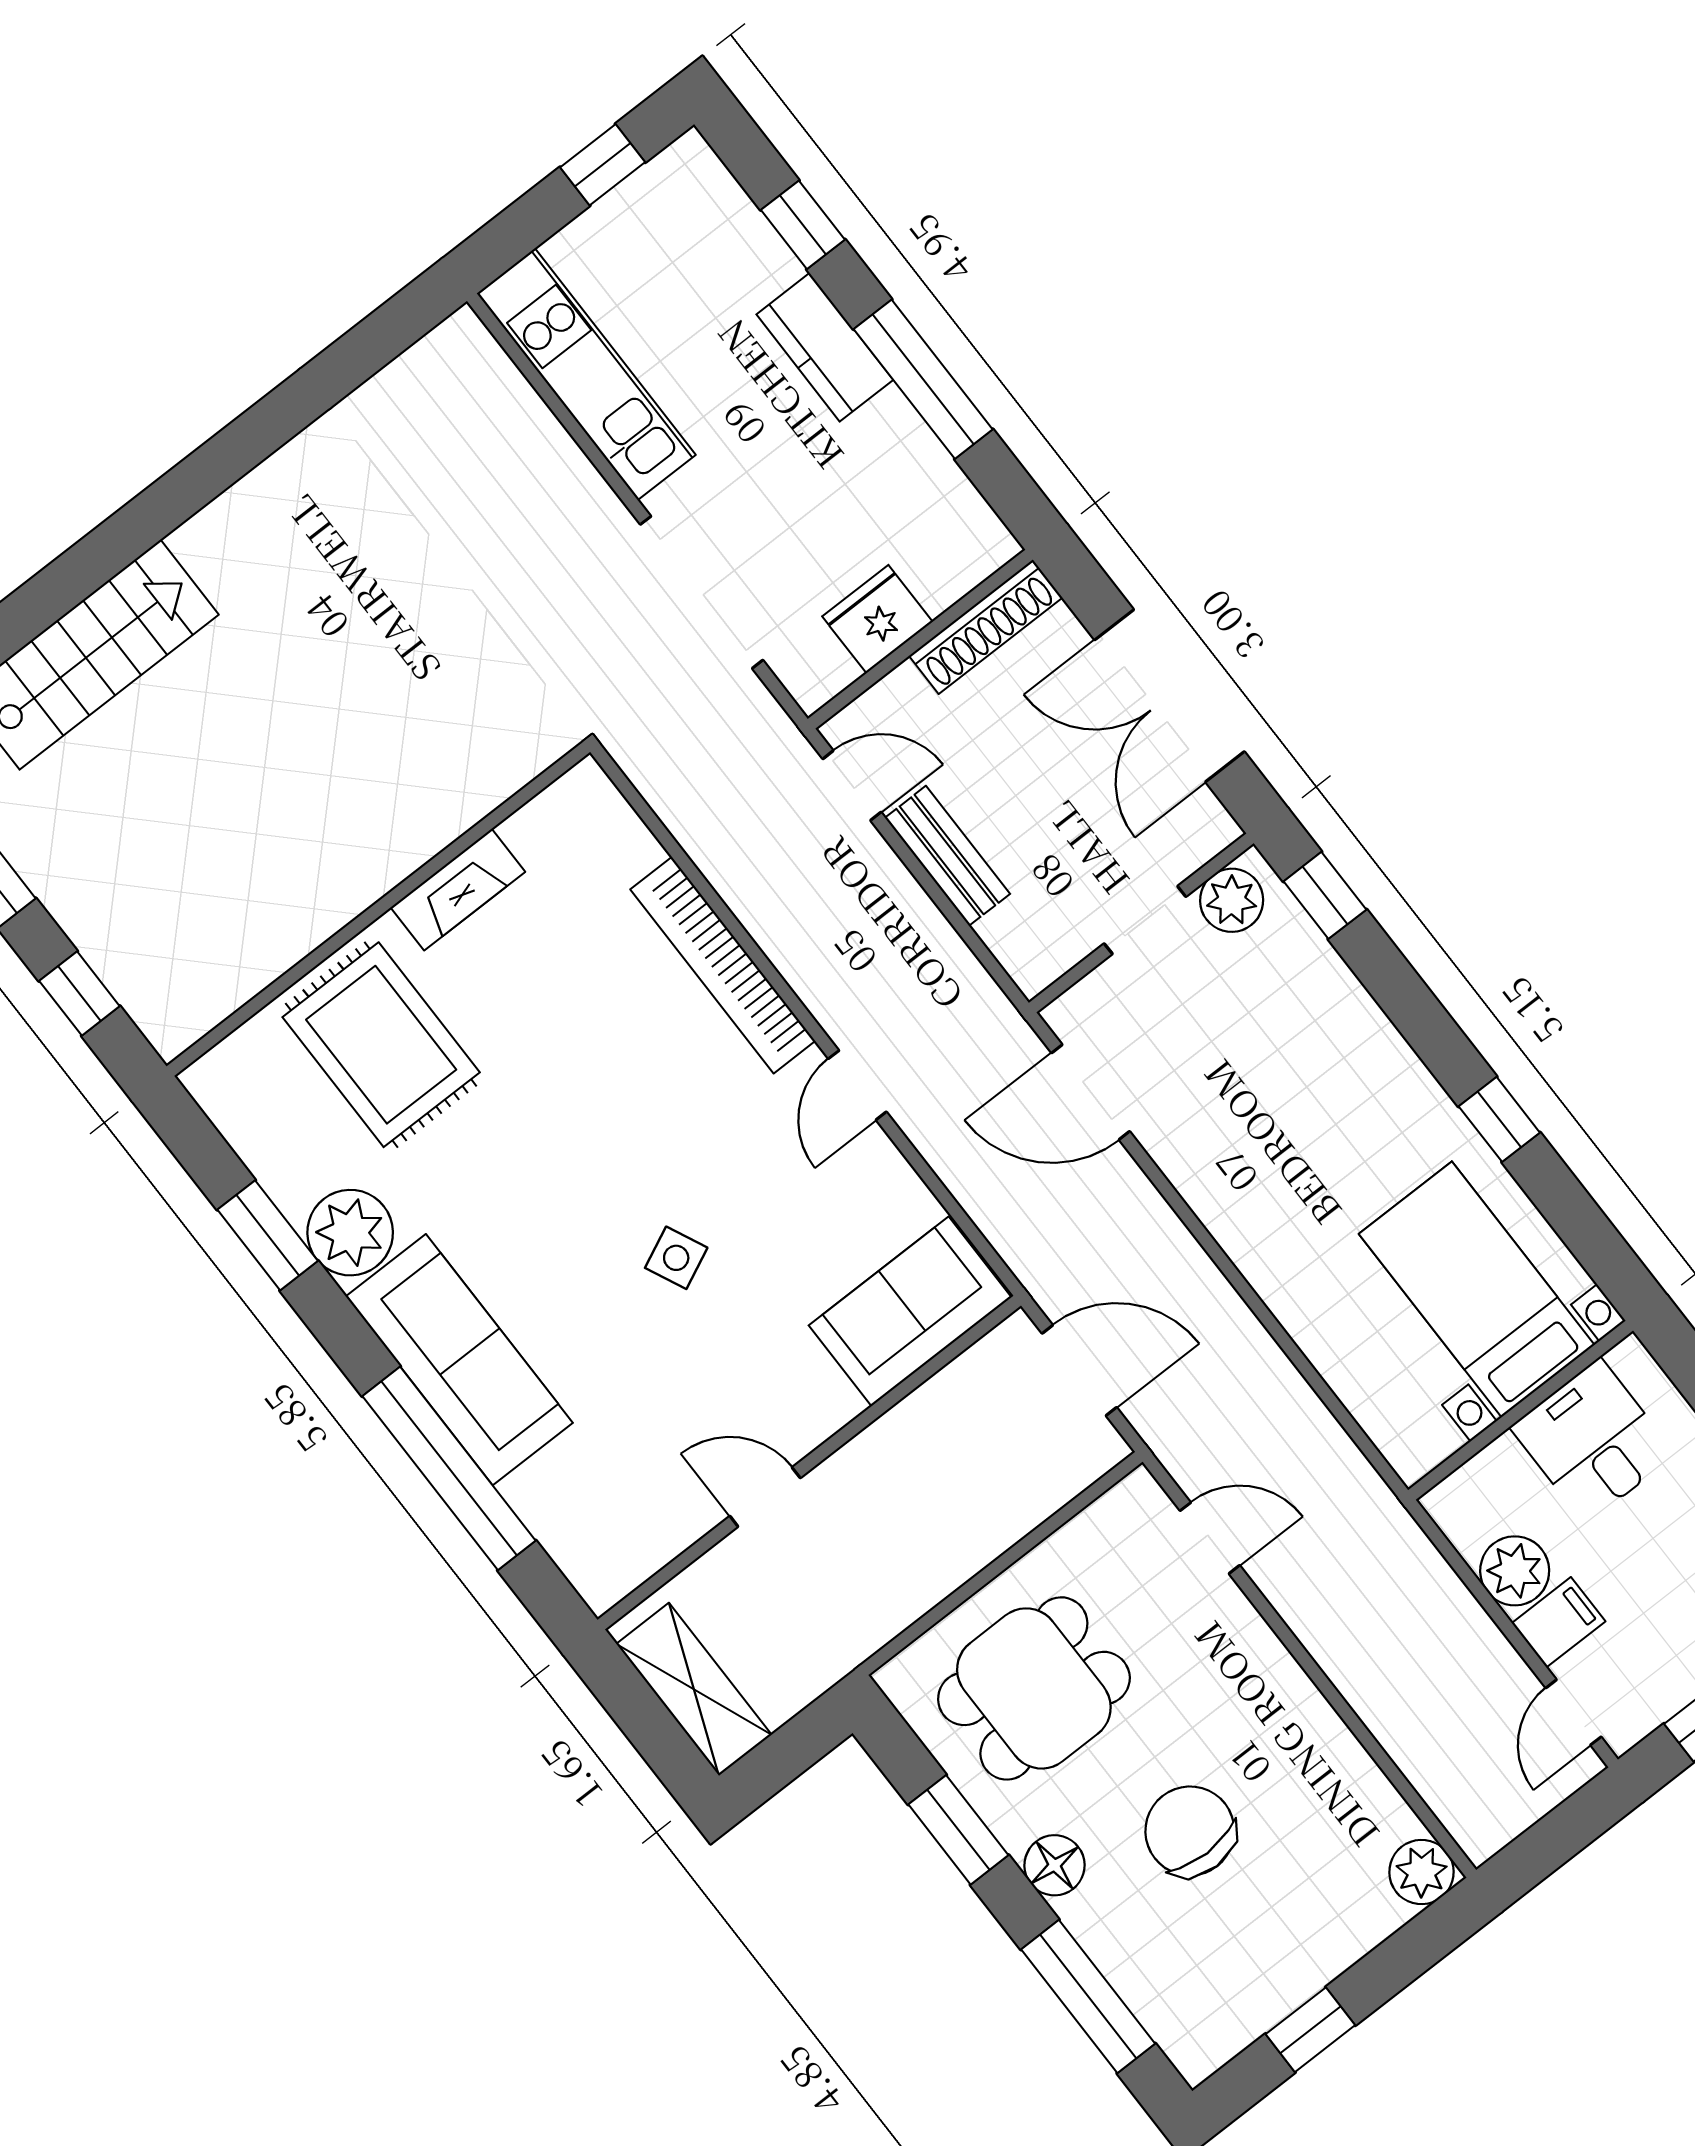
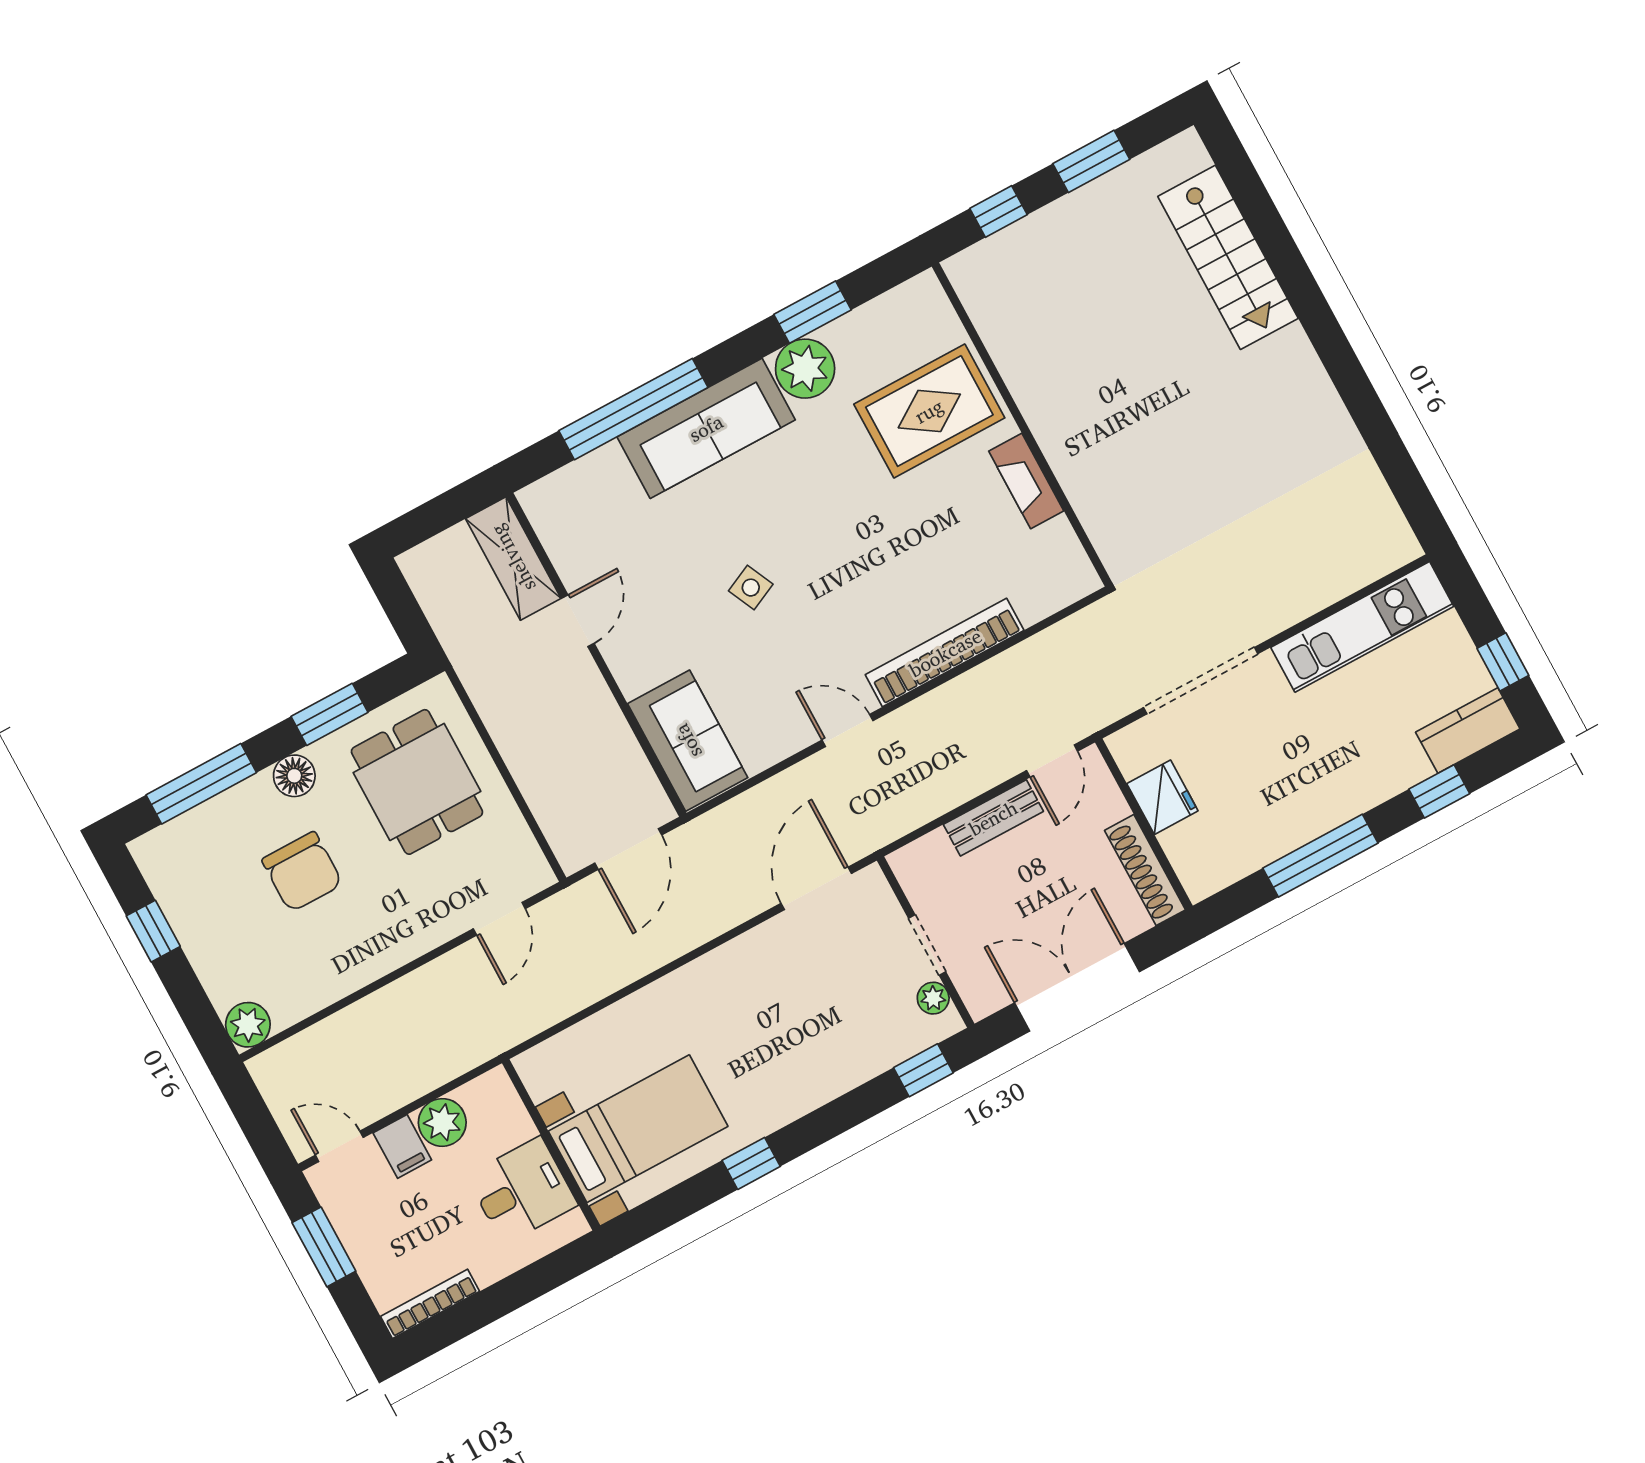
kitchen counter: (825, 347) -> (1468, 730), moved
plant: (1232, 900) -> (933, 998), width x0.73, depth x0.73
shelving: (694, 1689) -> (513, 558), moved, turned 90
chair: (1190, 1831) -> (302, 872), turned 90

